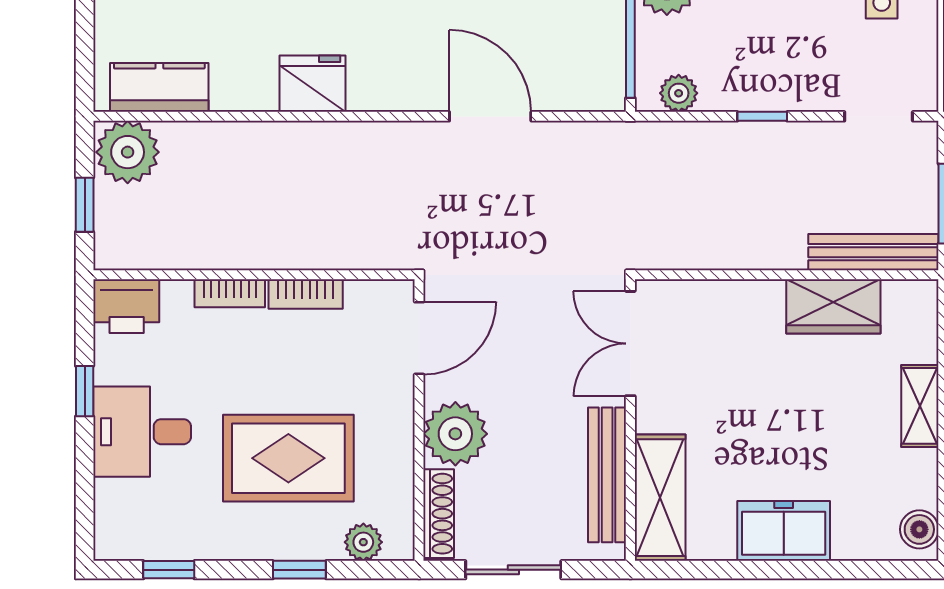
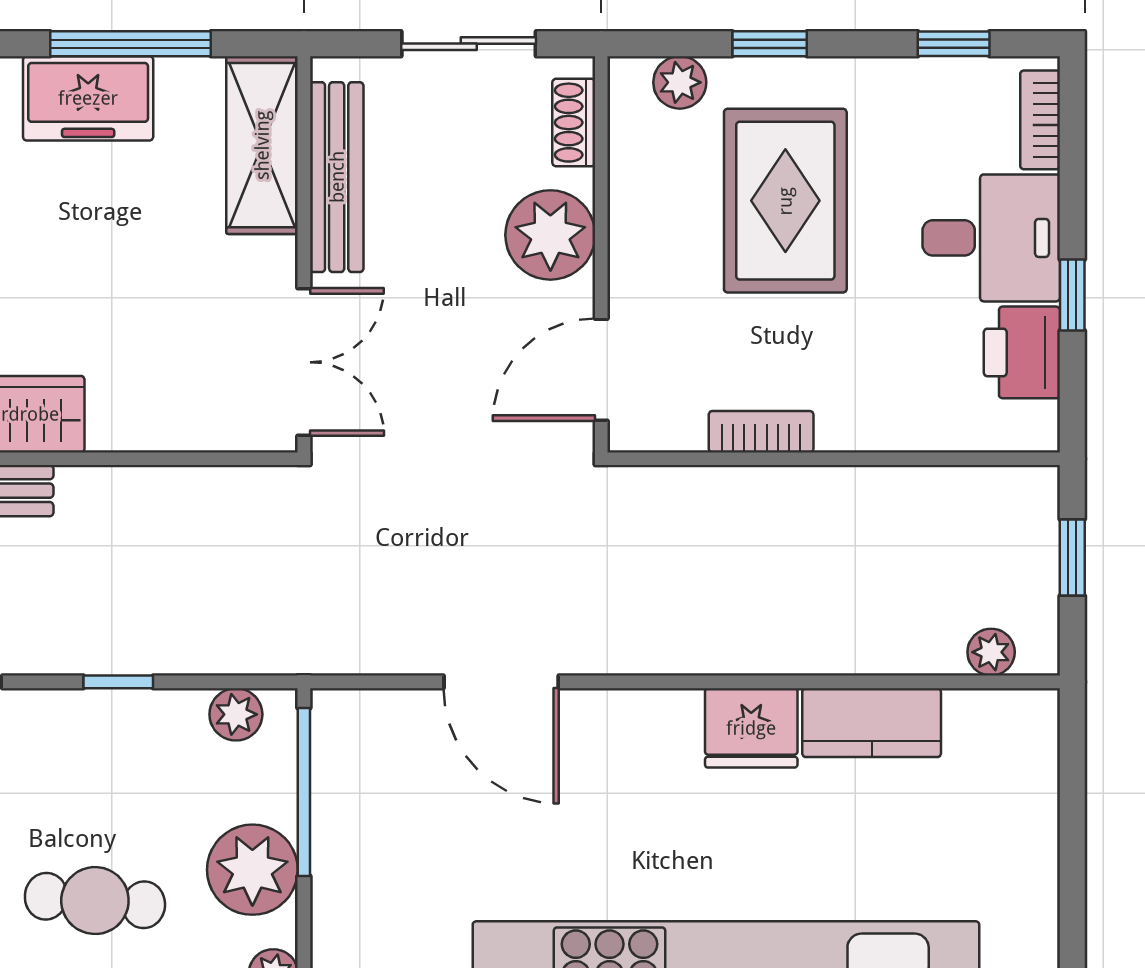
kitchen counter: (159, 87) -> (872, 723), moved
plant: (128, 152) -> (991, 652), width x0.53, depth x0.53
bookcase: (230, 293) -> (1040, 120), moved, turned -90
printer: (127, 306) -> (1022, 352), moved, turned -90
rug: (288, 458) -> (785, 201), turned 90
shoe rack: (439, 514) -> (574, 123), width x0.70
window: (753, 570) -> (131, 44), added

